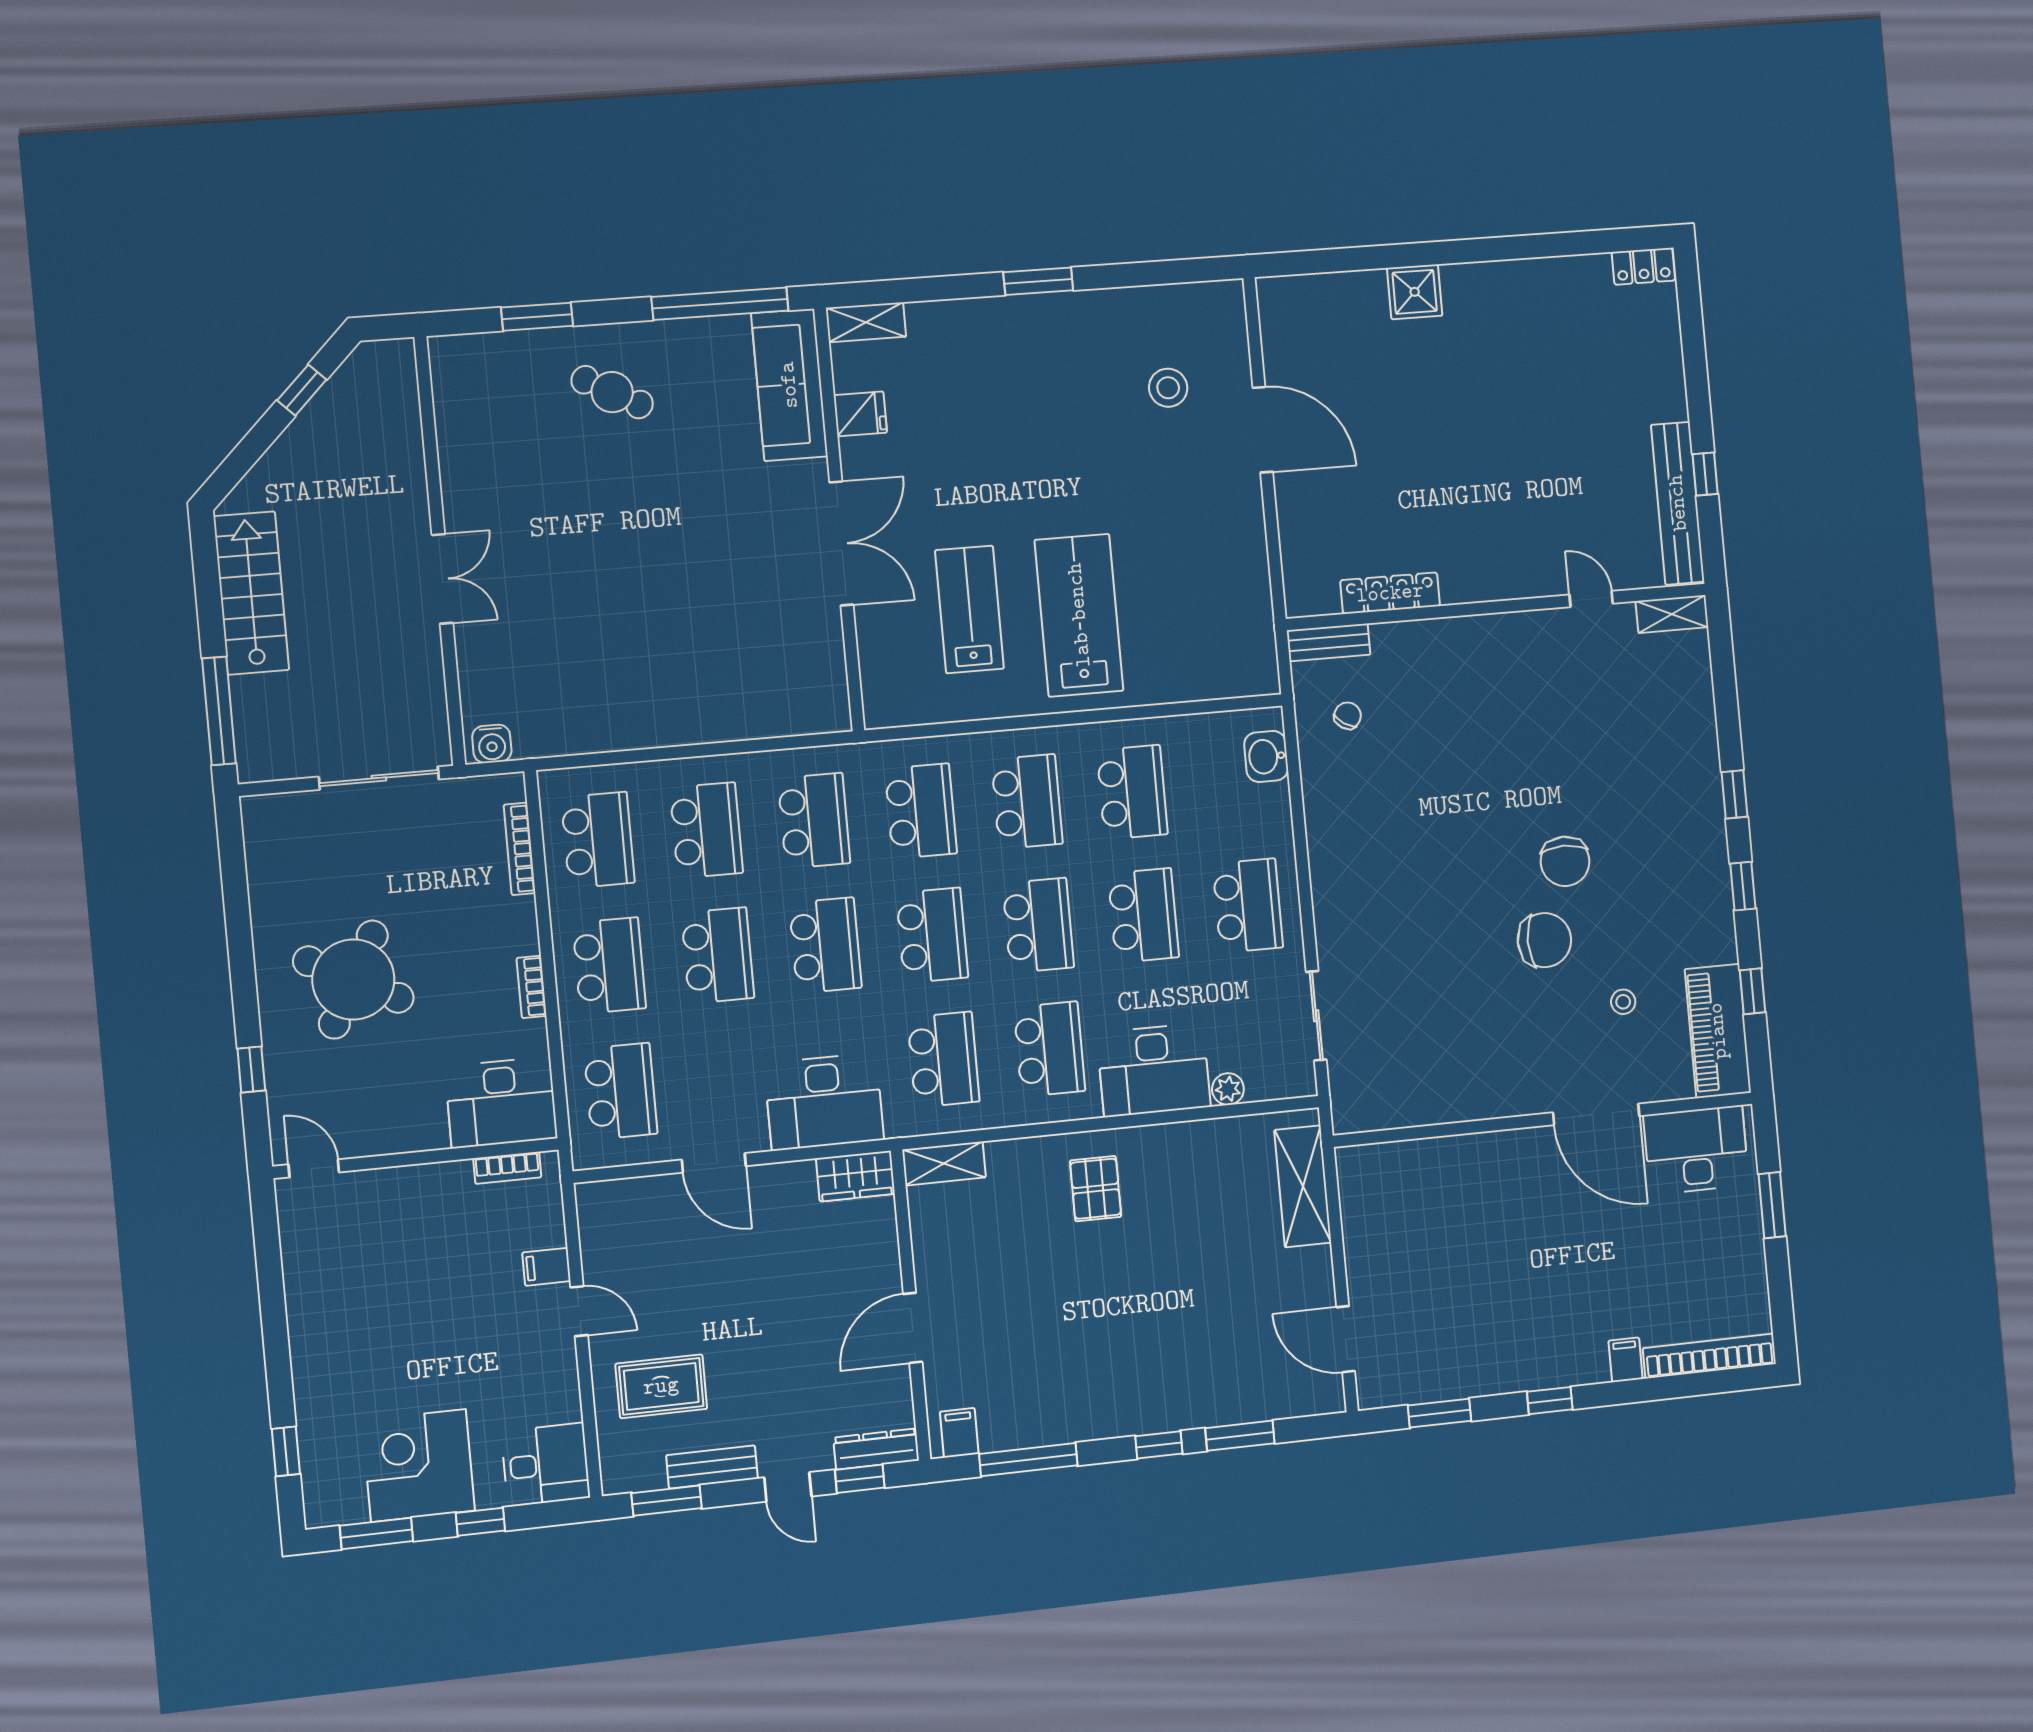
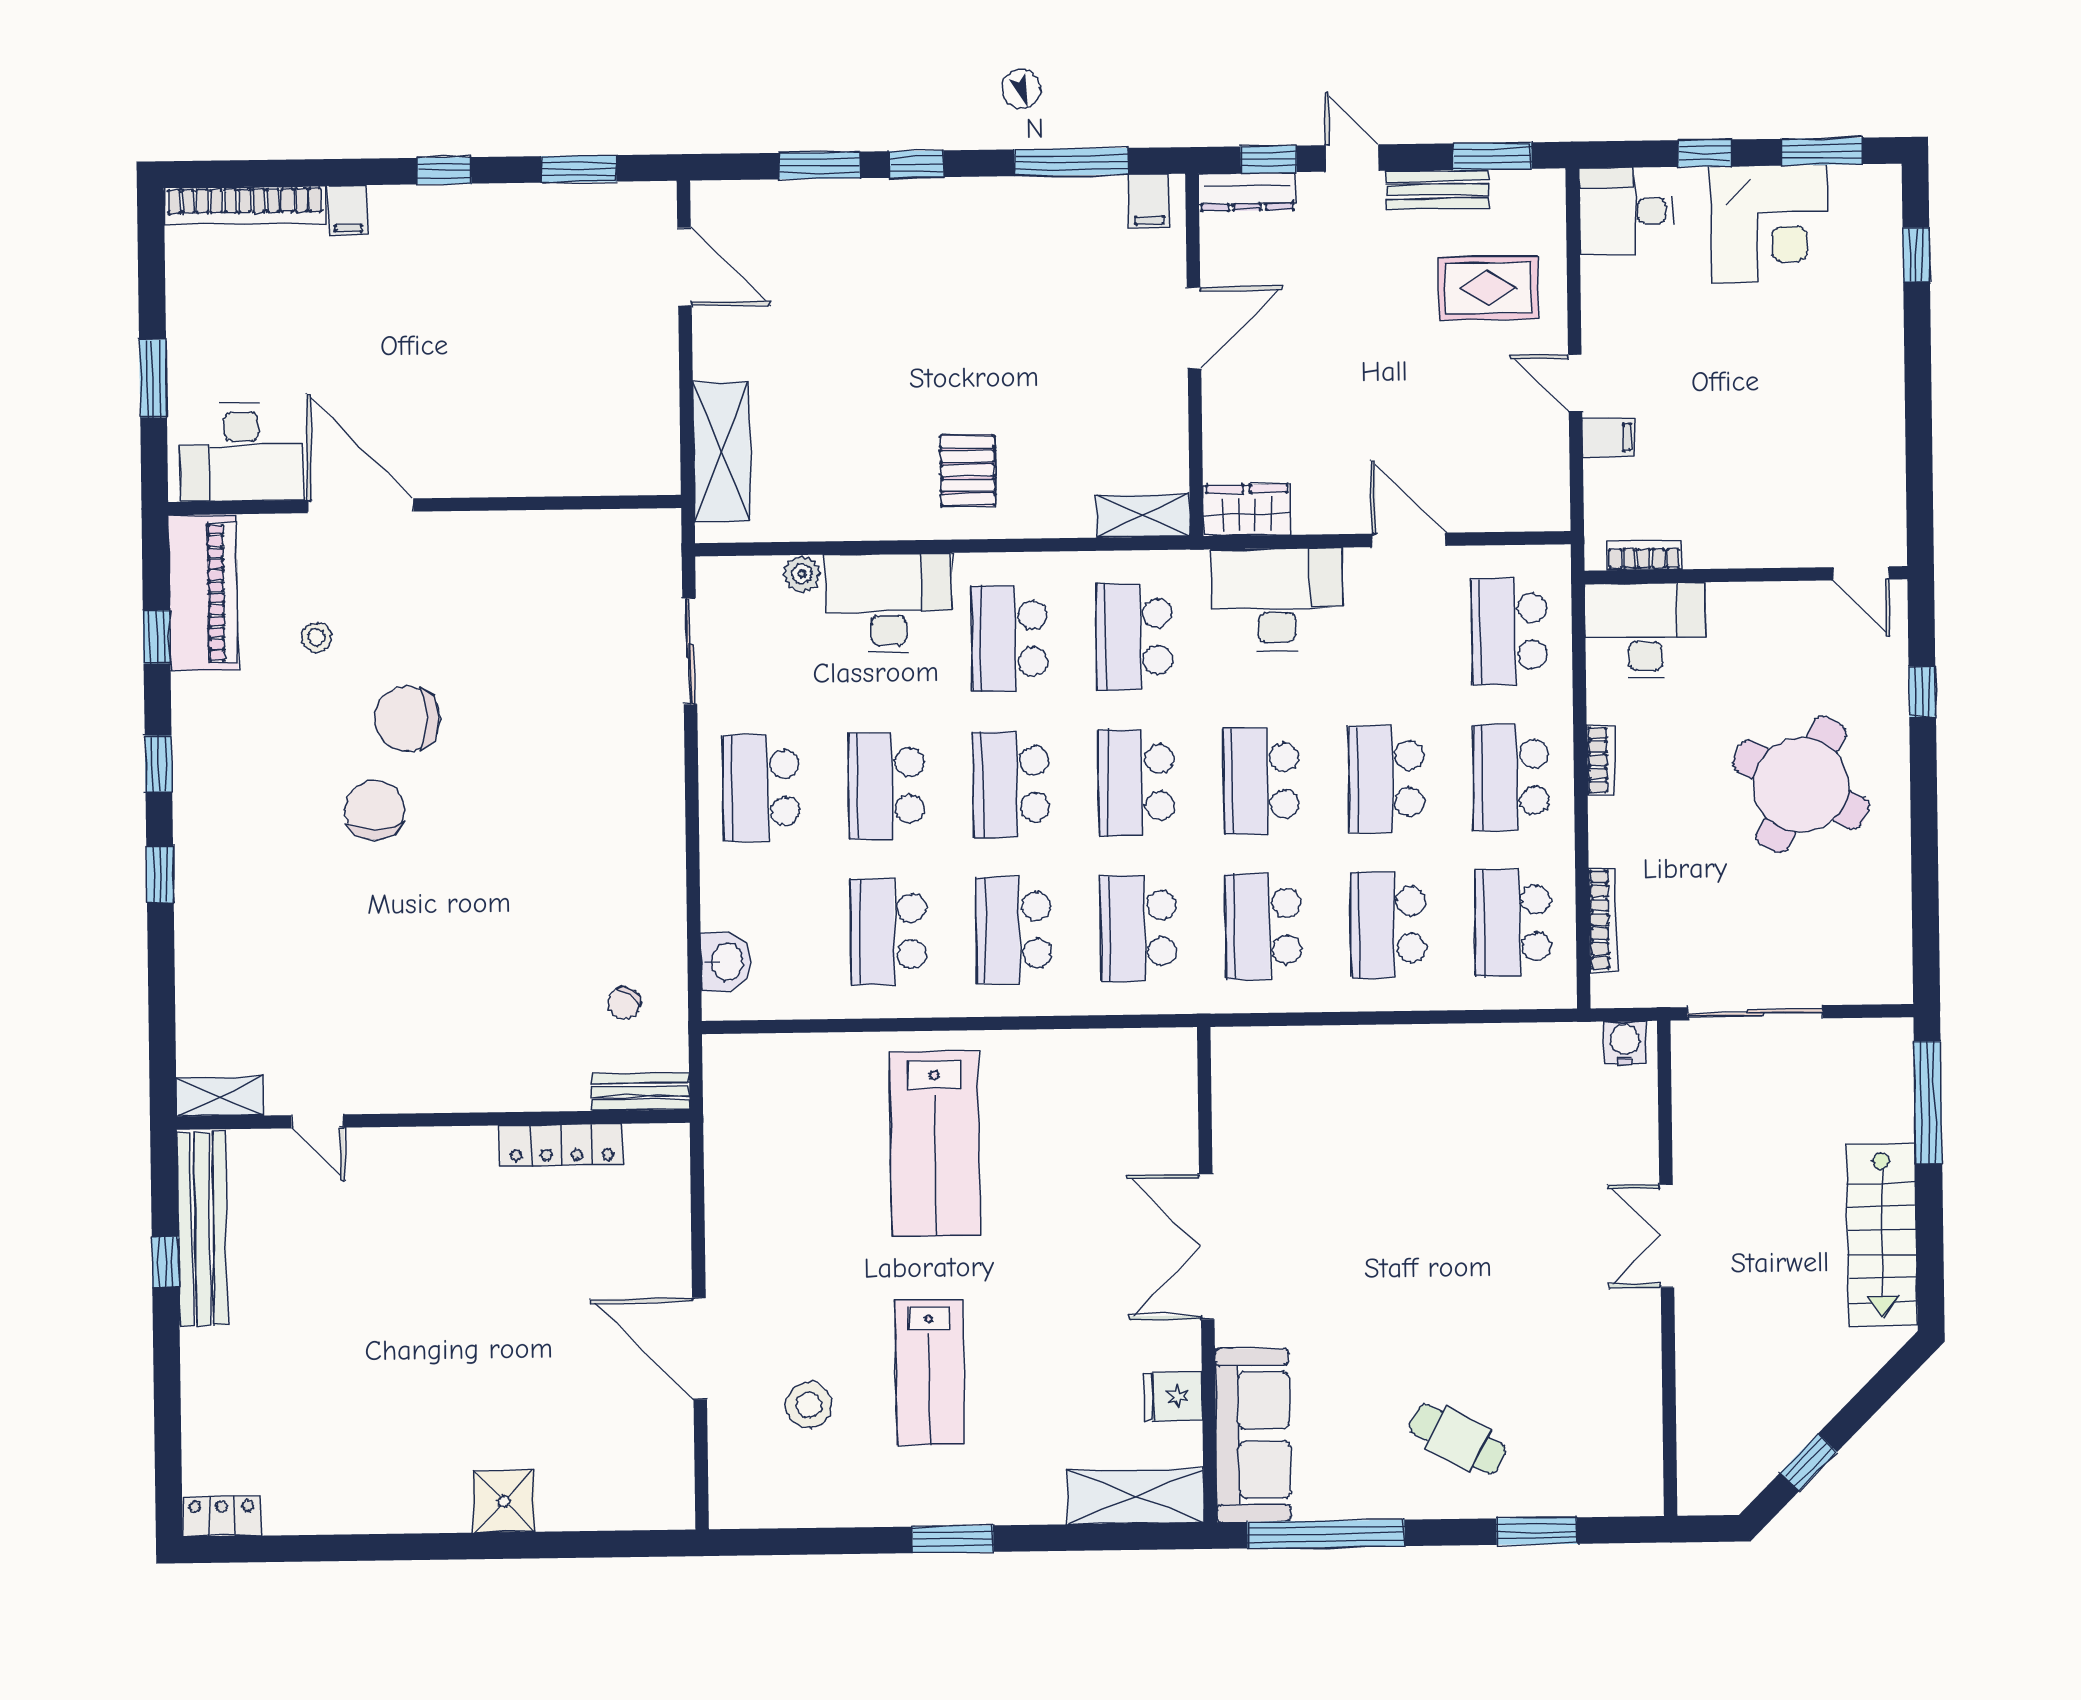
shelving: (866, 322) -> (1136, 1496), width x1.50, depth x1.33
lab bench: (969, 609) -> (929, 1373), moved

